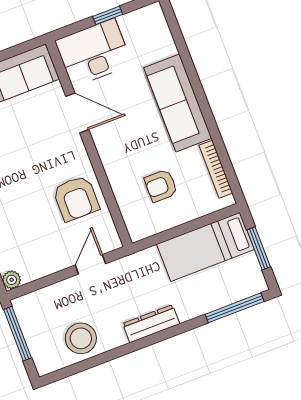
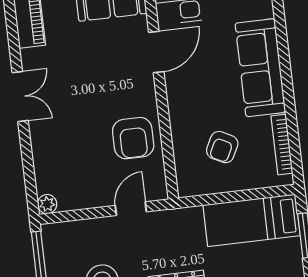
door: (77, 113) -> (156, 52), hinge flipped
armchair: (161, 186) -> (222, 147), turned -63

